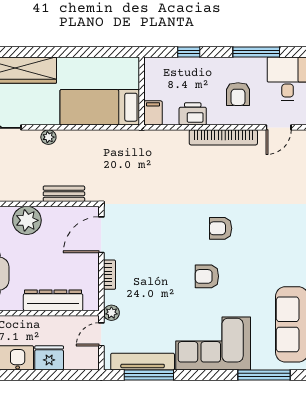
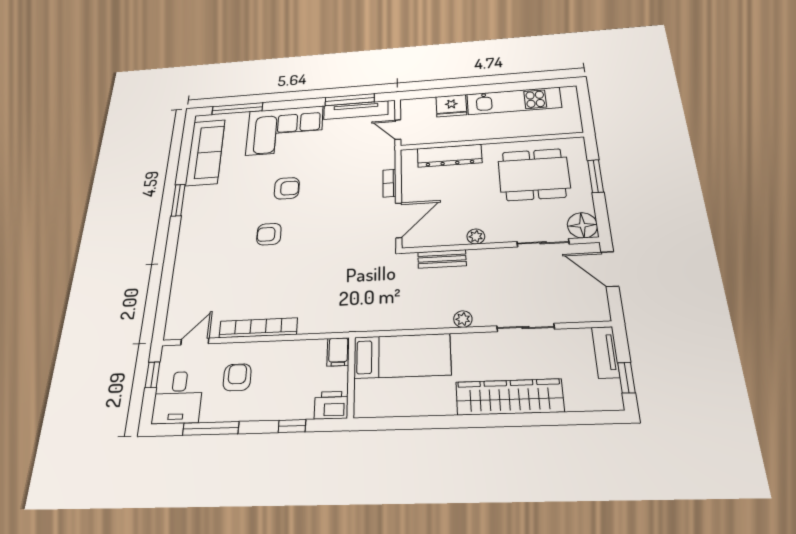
printer: (193, 114) -> (331, 405), moved, turned 180
plant: (27, 220) -> (476, 236), width x0.53, depth x0.53
armchair: (221, 228) -> (269, 234), turned 180
plant: (111, 313) -> (387, 149), removed
door: (101, 334) -> (398, 130), swing flipped

